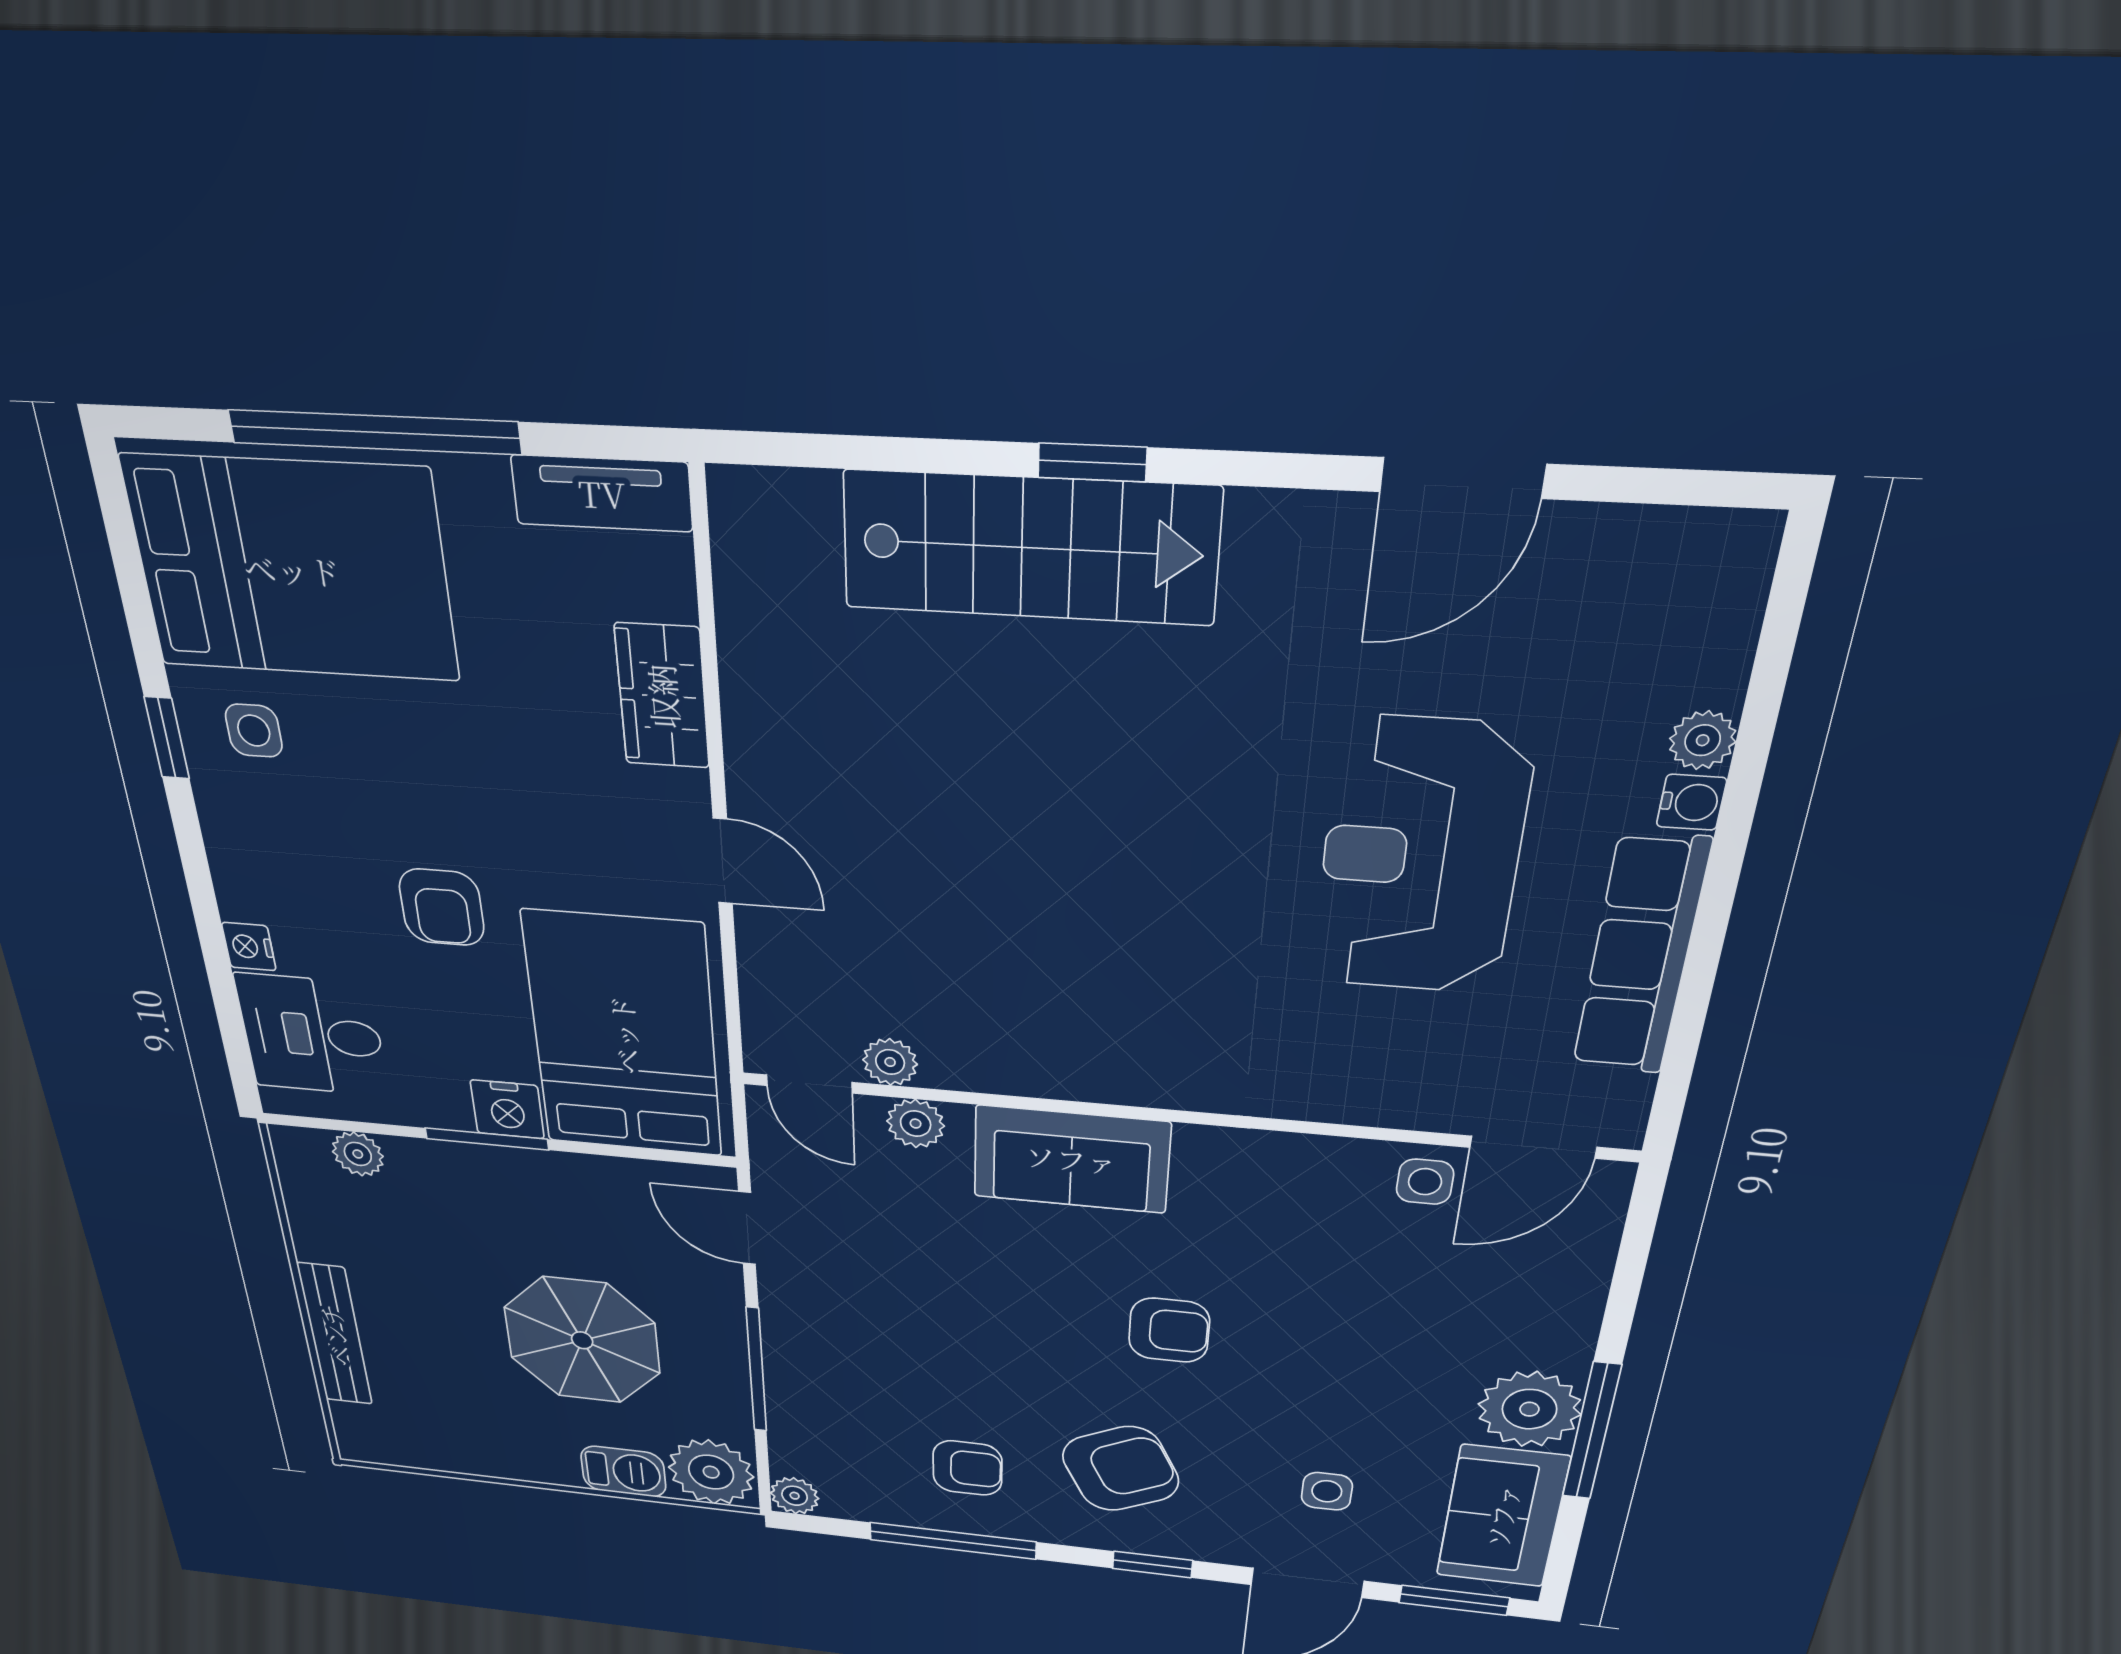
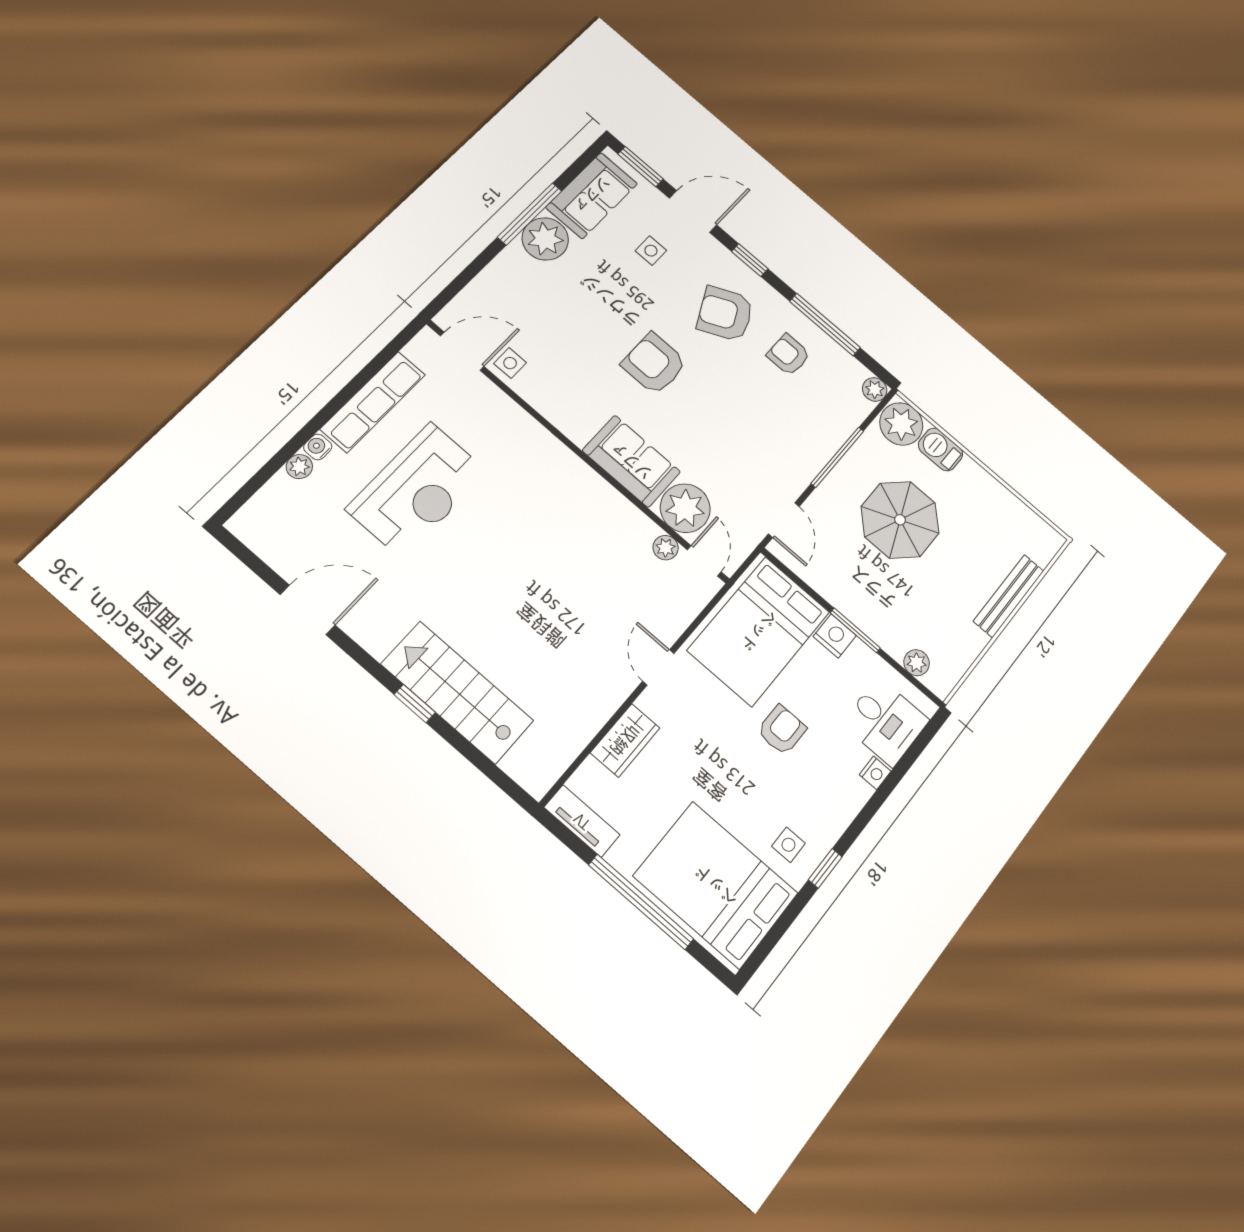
plant: (916, 1124) -> (685, 508), width x1.87, depth x1.87
armchair: (1169, 1330) -> (654, 364), width x1.38, depth x1.38

